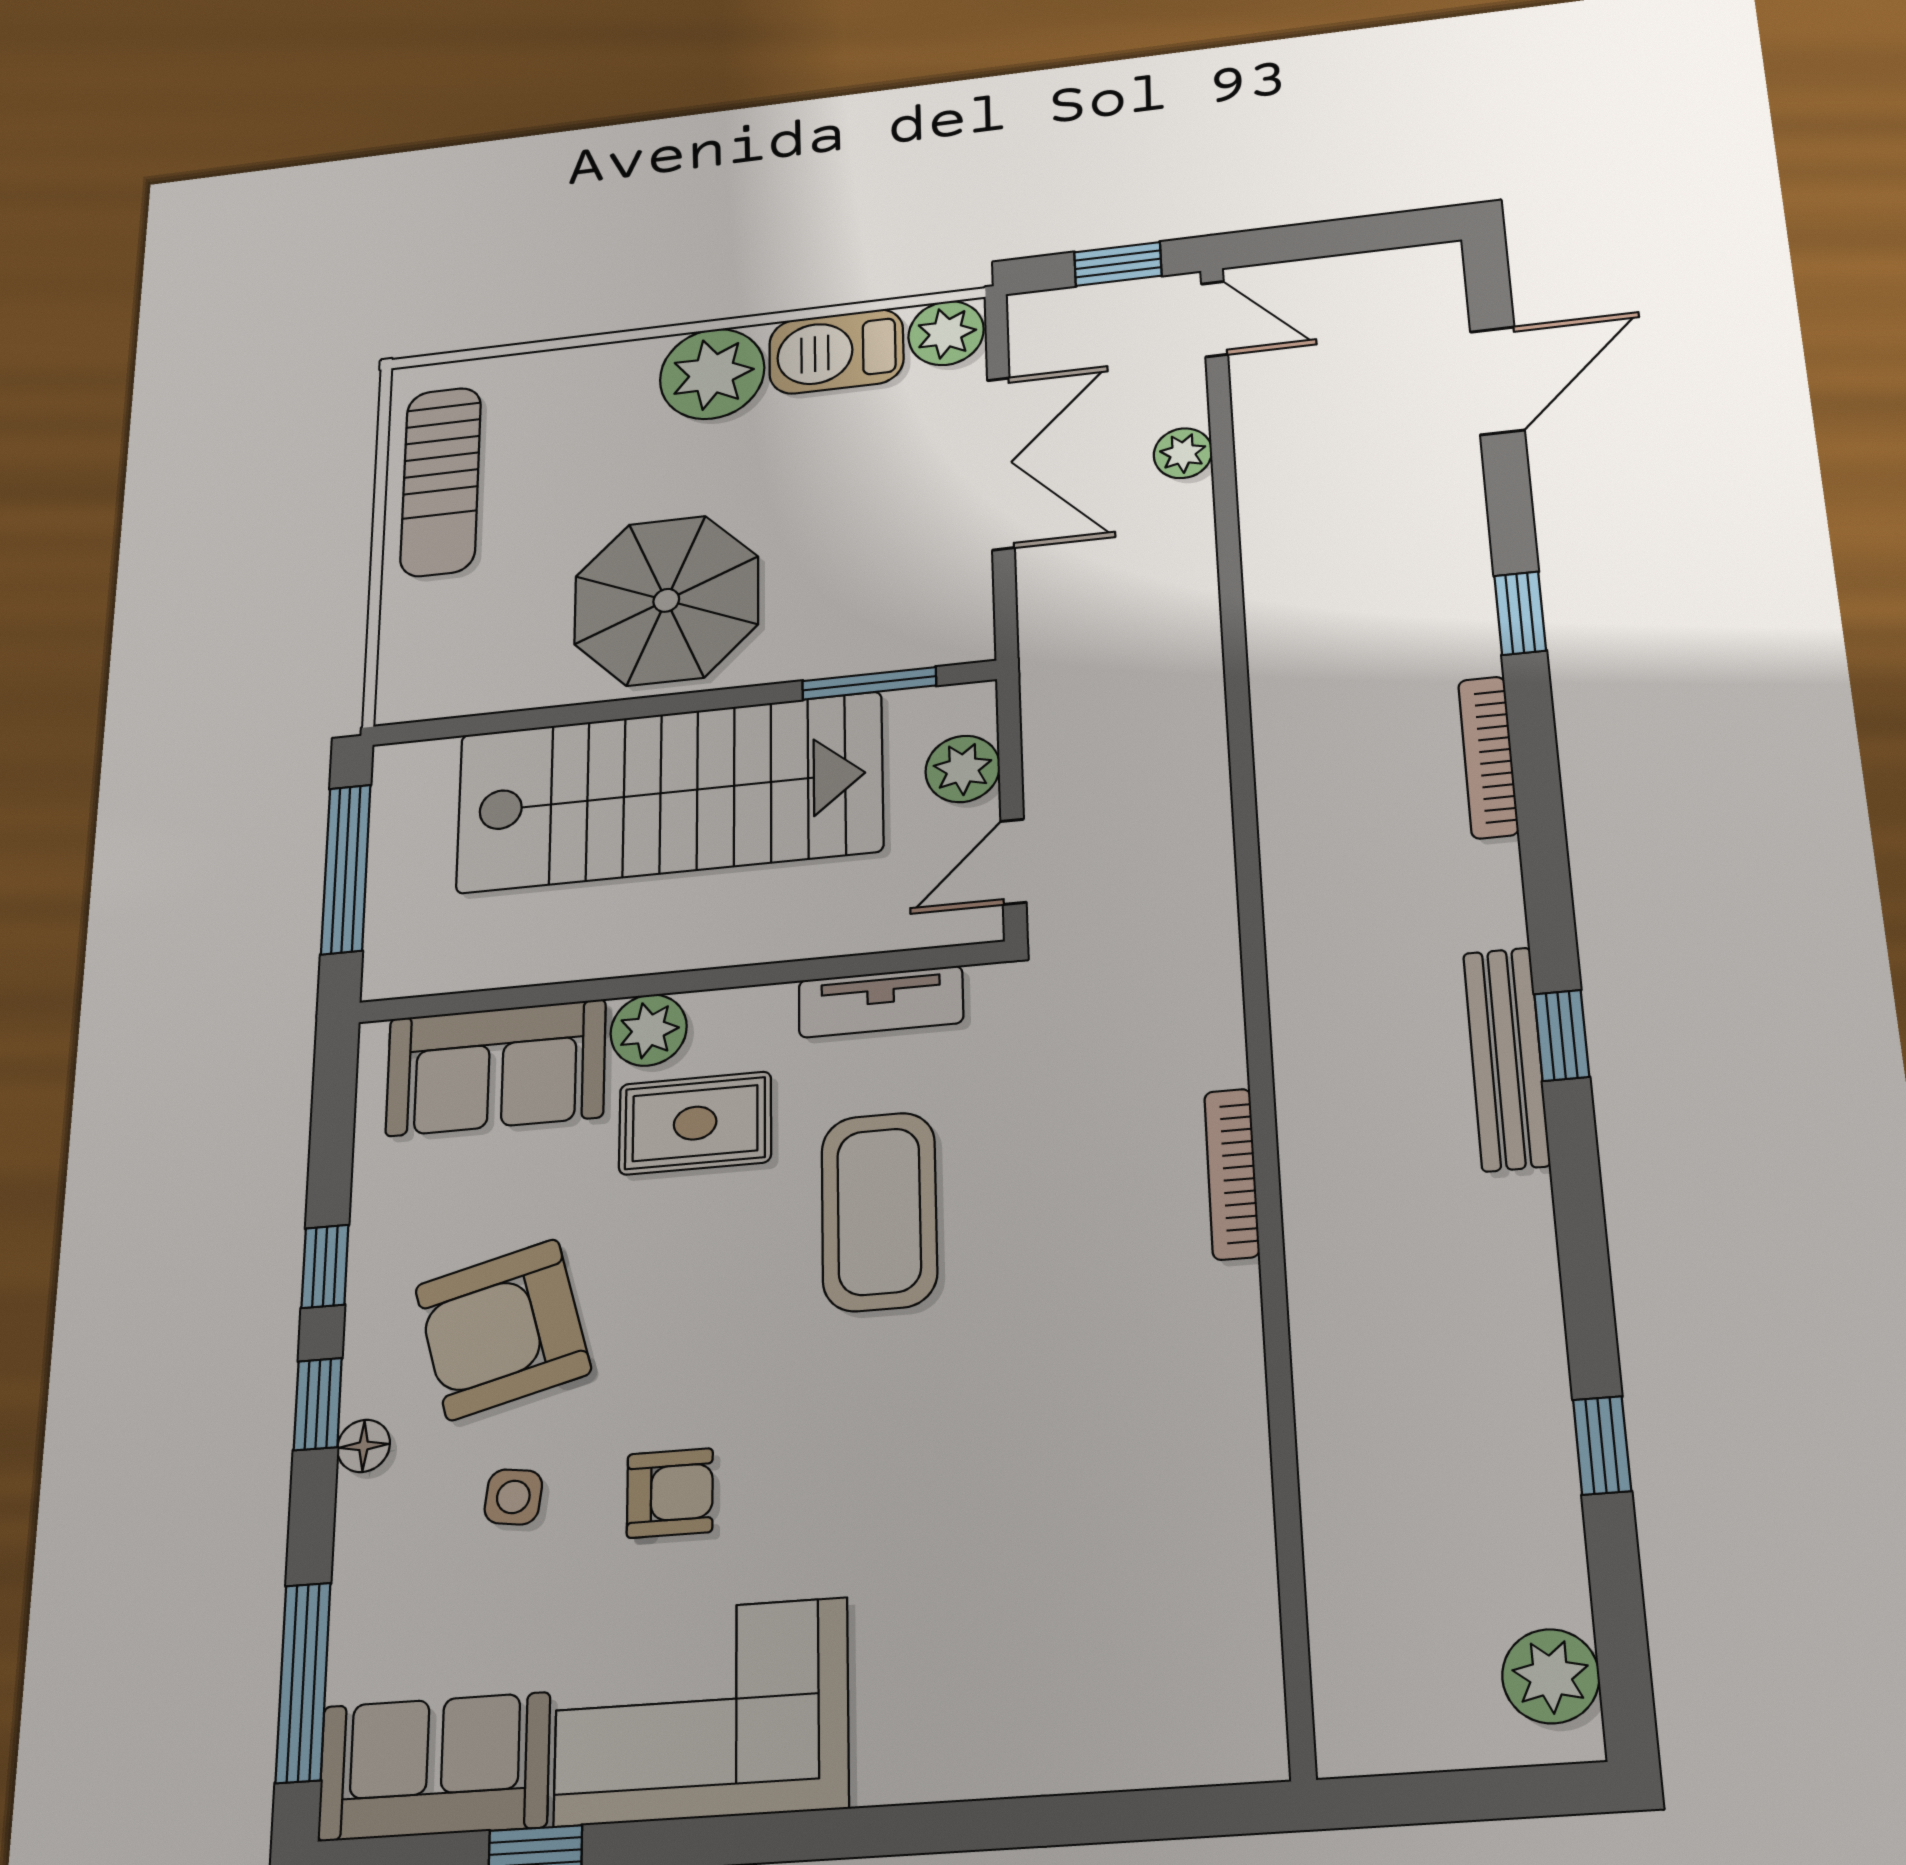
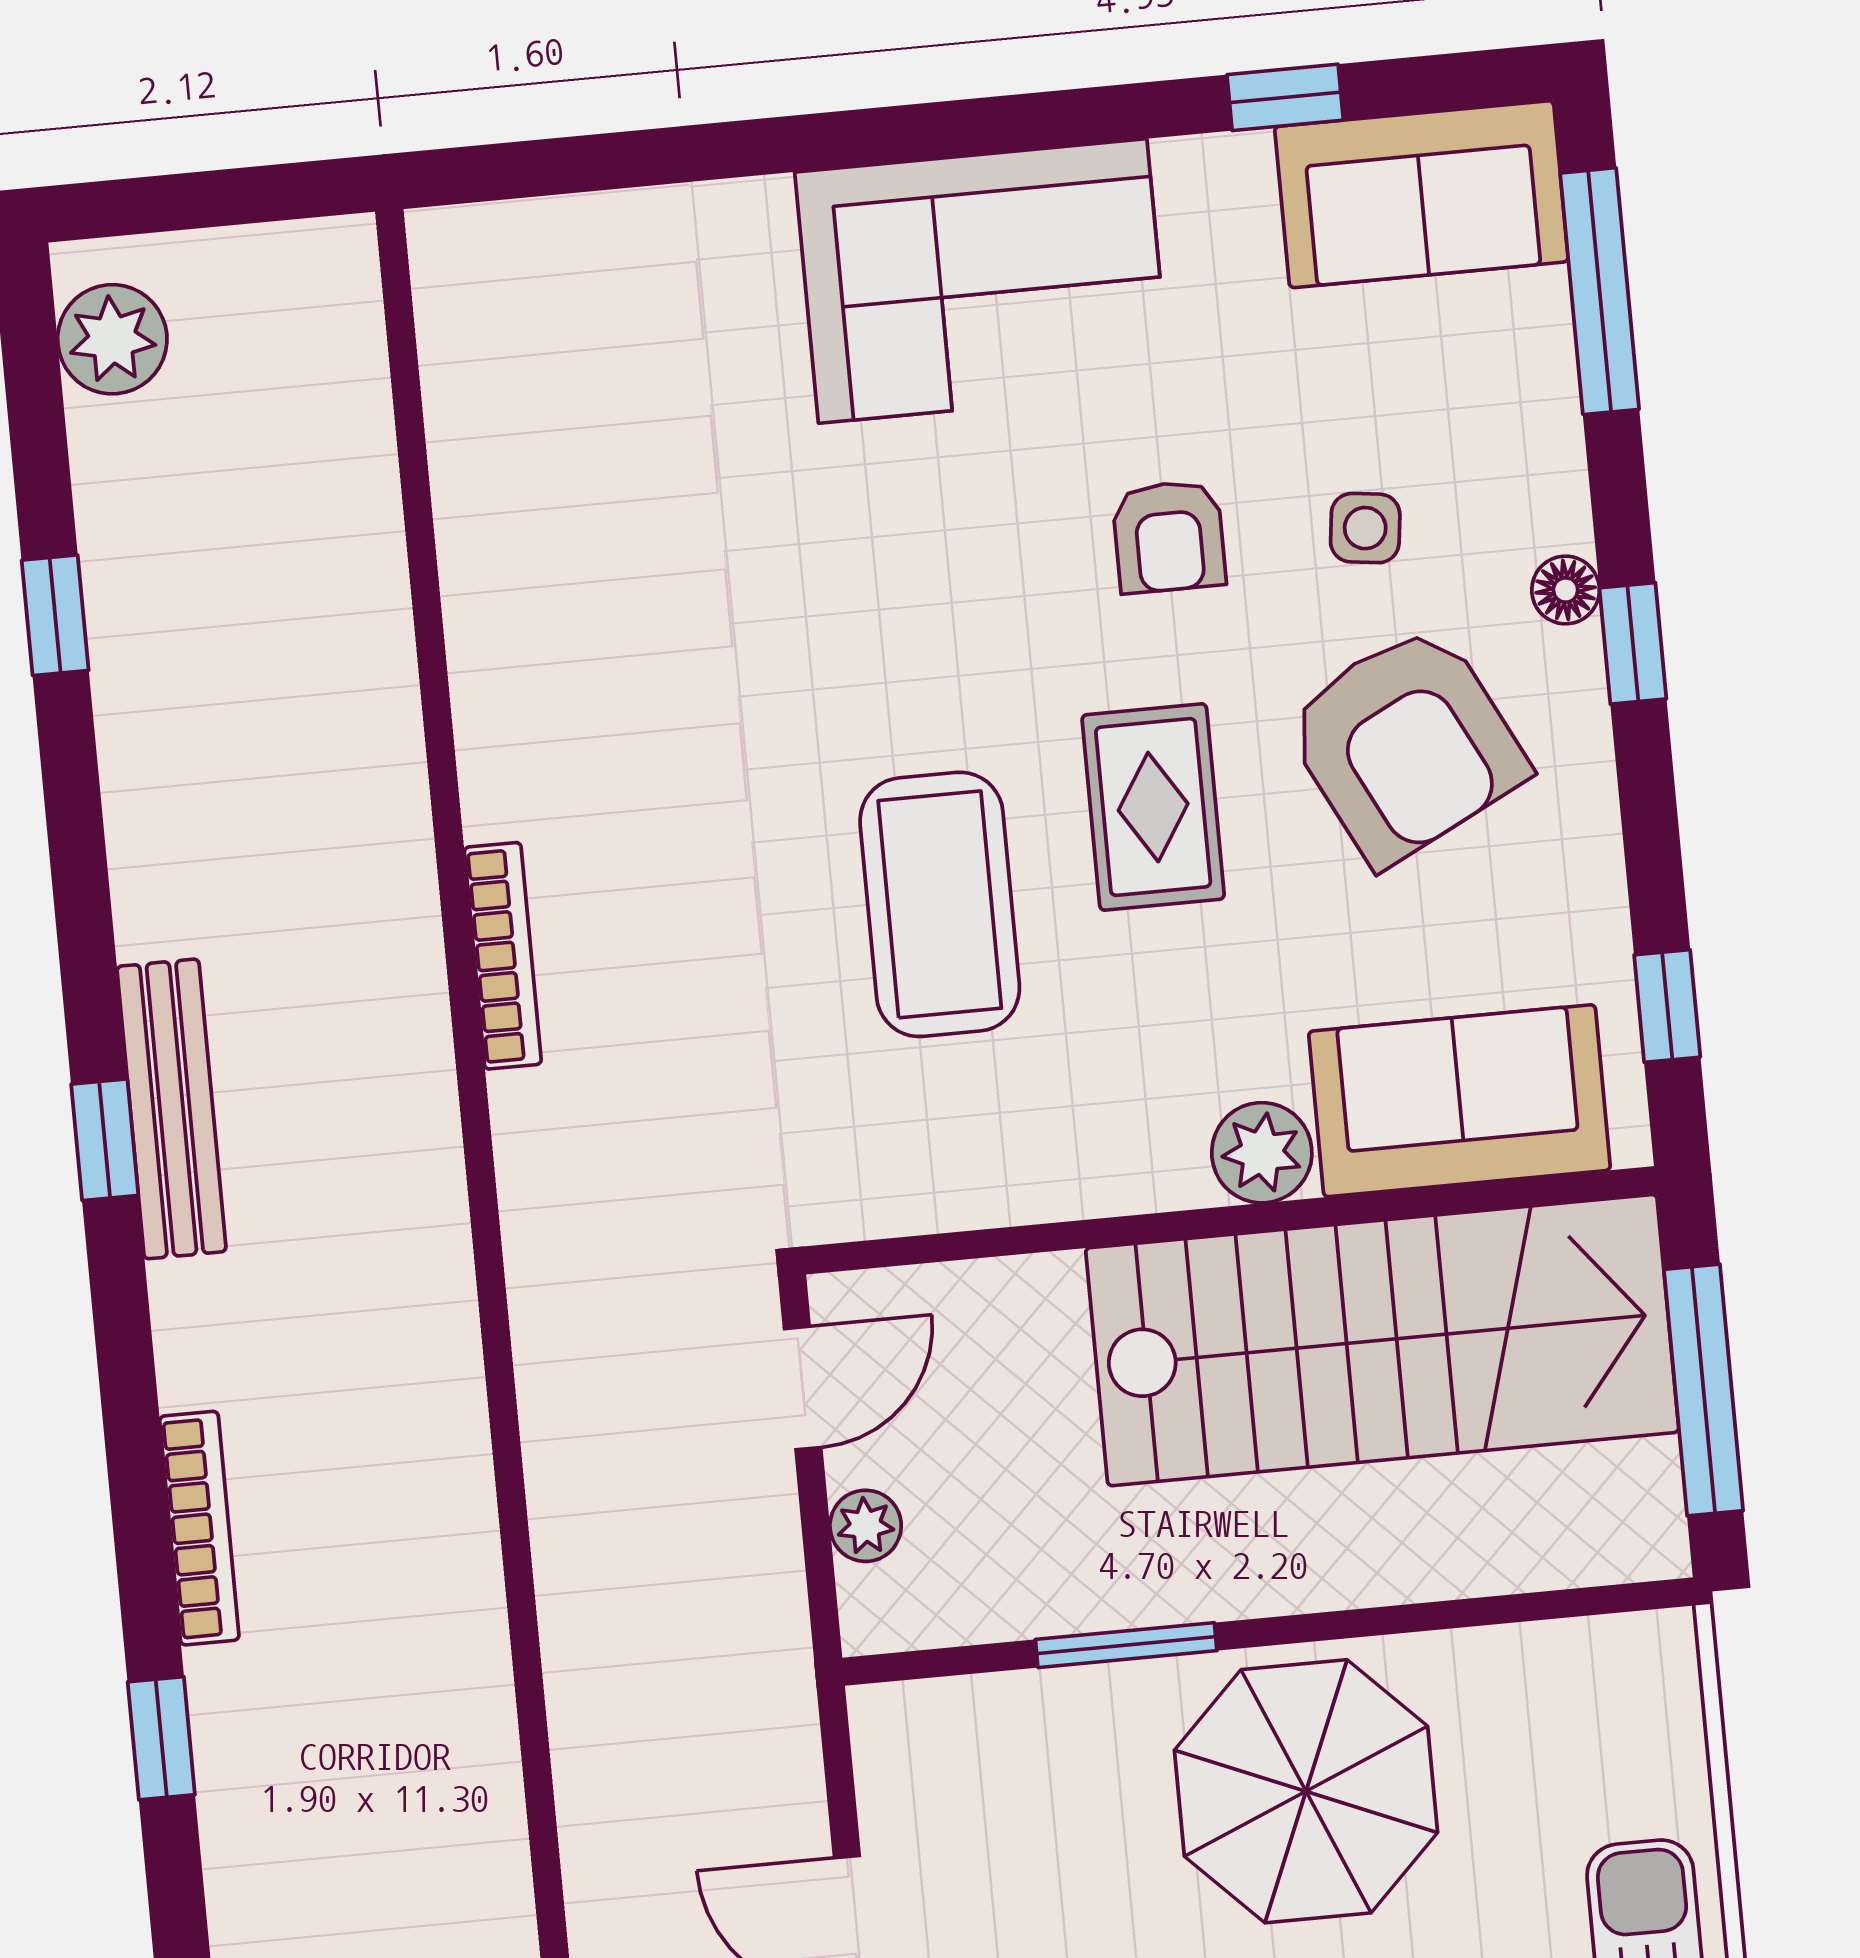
window: (869, 683) -> (1126, 1645), moved
plant: (963, 769) -> (866, 1526), width x0.73, depth x0.73
stairs: (669, 792) -> (1382, 1340), moved, turned 180
tv unit: (881, 1002) -> (961, 1191), removed
rug: (695, 1123) -> (1153, 807), moved, turned 90
window: (325, 1266) -> (1667, 1006), moved
armchair: (503, 1329) -> (1406, 744), turned 78
armchair: (670, 1493) -> (1169, 537), turned -90
corner sofa: (701, 1712) -> (983, 281), moved

